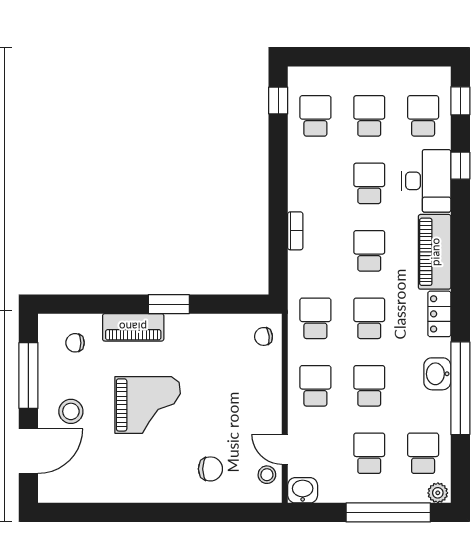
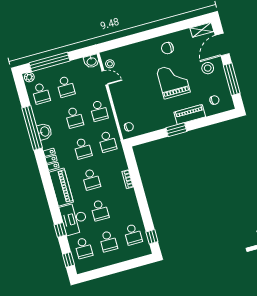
grand piano: (148, 405) -> (173, 81), turned 90
chair: (210, 469) -> (167, 48), moved
shelving: (61, 492) -> (202, 30), added

